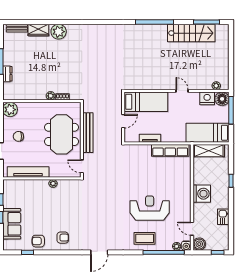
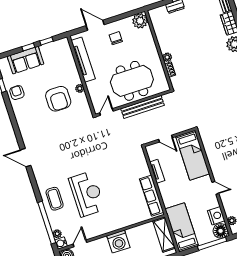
door: (182, 91) -> (215, 188), hinge flipped
armchair: (63, 238) -> (58, 99), moved, width x1.88, depth x1.88

